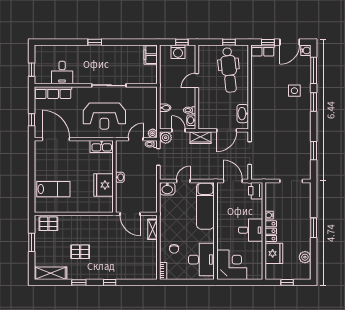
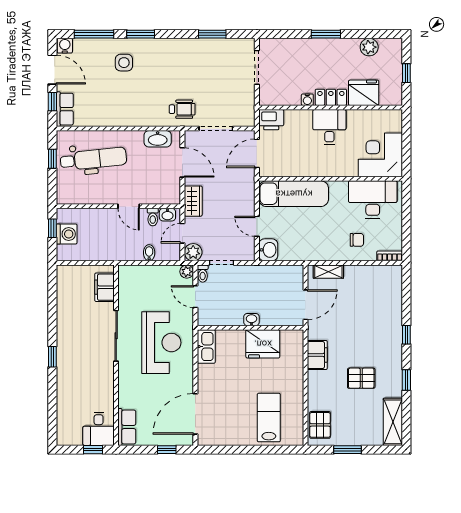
filing cabinet: (151, 55) -> (104, 287), moved, turned 90
desk: (62, 73) -> (99, 429), moved, turned 90
door: (197, 81) -> (129, 206), moved
row of seats: (53, 93) -> (127, 427), width x0.68
wheelchair: (263, 130) -> (182, 109), added
filing cabinet: (96, 222) -> (317, 355), added
pallet: (80, 252) -> (361, 378), turned 90

